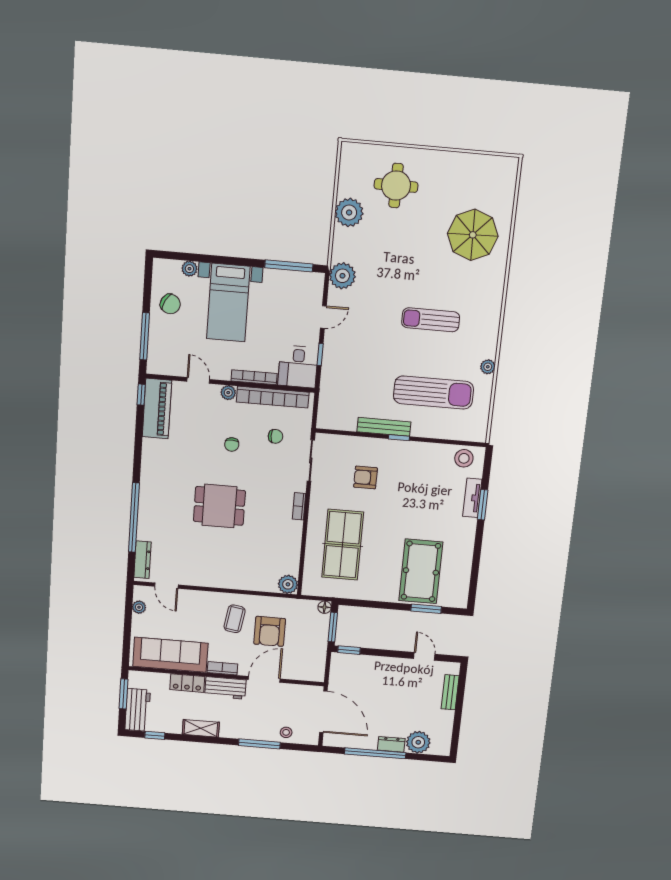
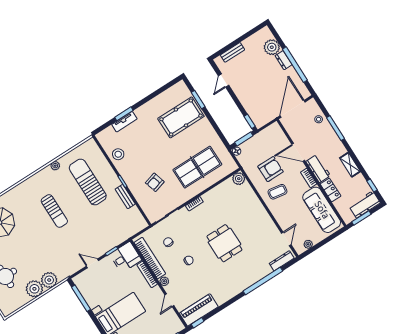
plant: (342, 276) -> (49, 280), moved
bench: (384, 427) -> (125, 197), width x0.73
stool: (464, 458) -> (118, 154), moved
armchair: (366, 477) -> (155, 182), turned 74

